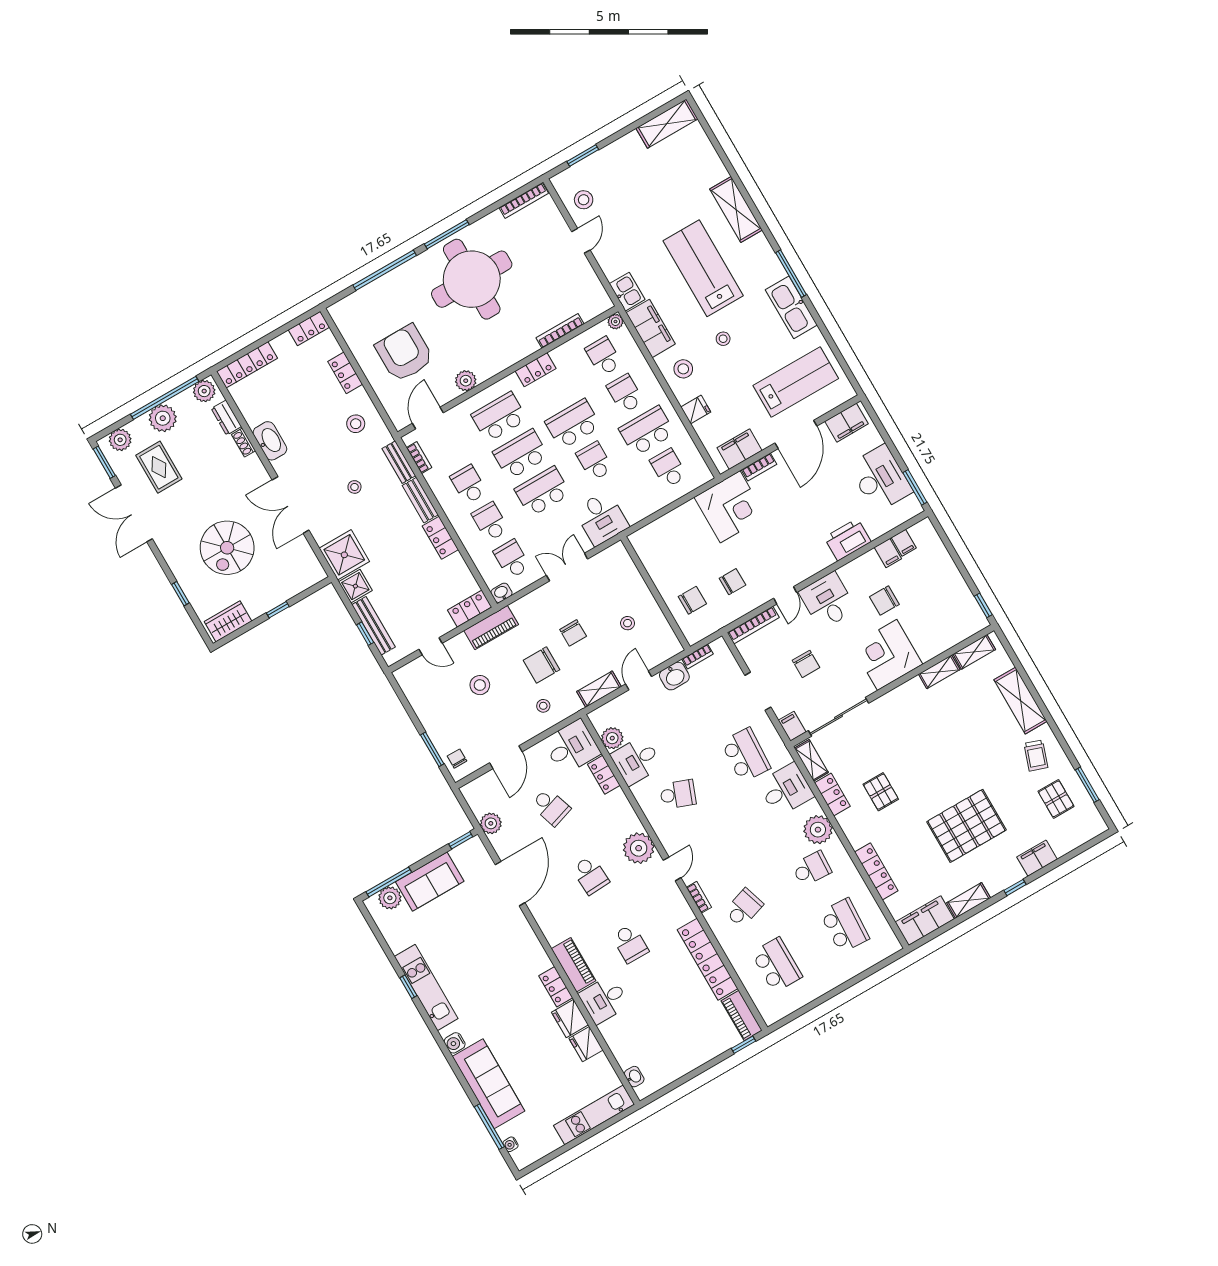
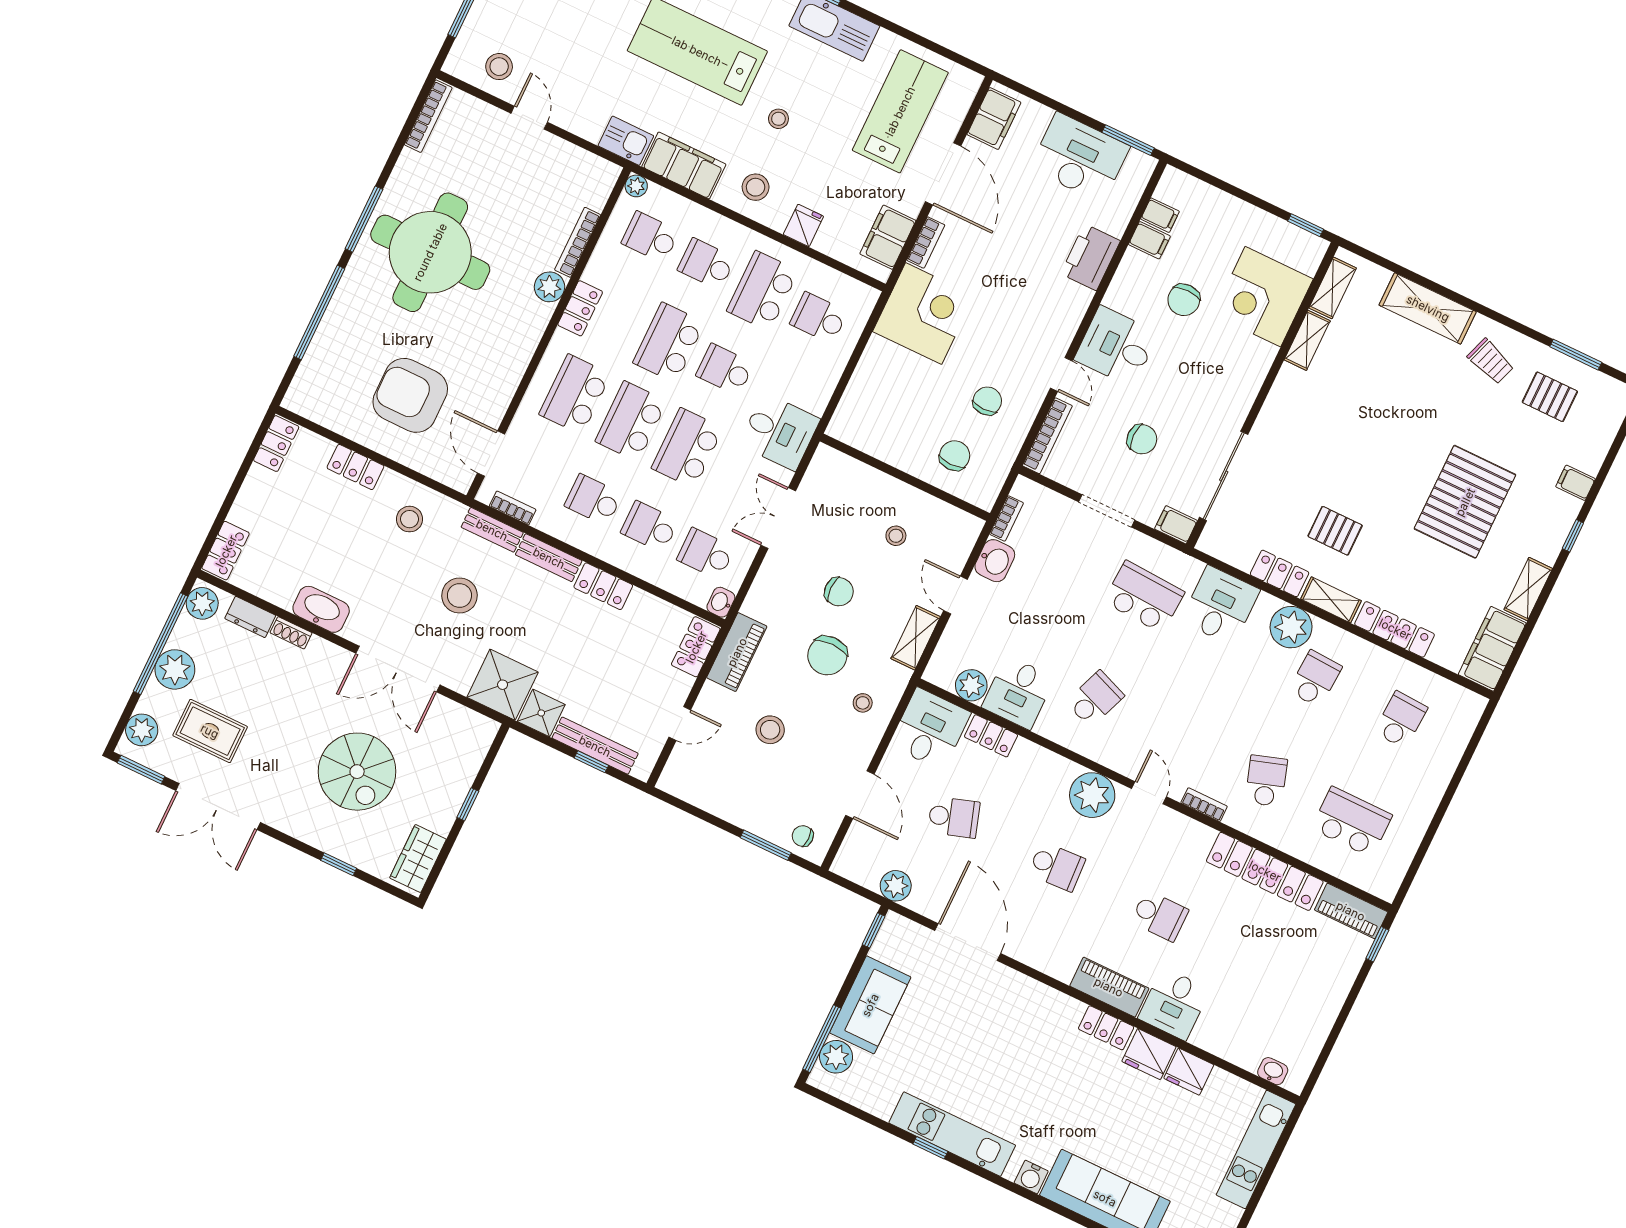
locker: (247, 365) -> (226, 551), width x0.66
plant: (466, 381) -> (549, 287), moved
stool: (354, 487) -> (459, 596), width x1.89, depth x1.89
corner desk: (887, 655) -> (1263, 297), moved
shelving: (811, 760) -> (1331, 600), moved
filing cabinet: (1037, 858) -> (1575, 483), width x0.50
school desk: (845, 926) -> (1401, 720), width x0.54

